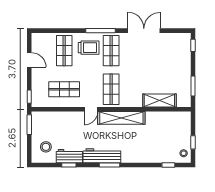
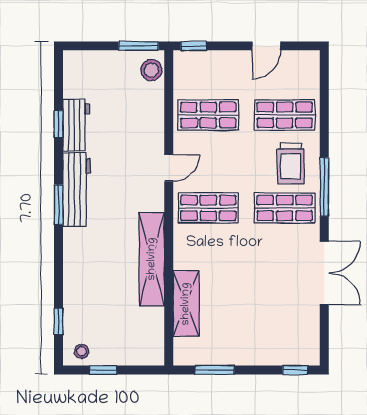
shop shelf: (64, 89) -> (208, 115), turned 90
door: (91, 109) -> (169, 168), swing flipped
shelving: (121, 118) -> (152, 259), moved
stool: (46, 147) -> (151, 70), moved

